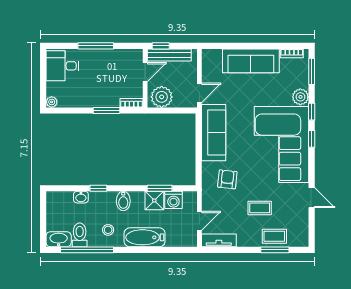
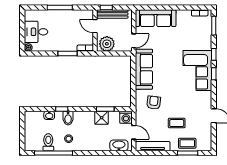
sofa: (251, 61) -> (156, 18), moved
desk: (62, 66) -> (36, 32), moved
door: (145, 72) -> (95, 26), swing flipped
plant: (300, 97) -> (206, 44), removed
corner sofa: (281, 144) -> (197, 70), width x0.73, depth x0.74
washing machine: (173, 200) -> (126, 117), moved
bidet: (123, 201) -> (68, 118), moved
door: (199, 221) -> (134, 132), hinge flipped
bathtub: (145, 237) -> (95, 144), removed
washbasin: (59, 239) -> (119, 145), moved
tv unit: (219, 240) -> (153, 146), width x1.41

